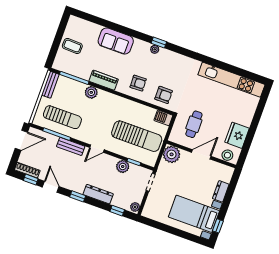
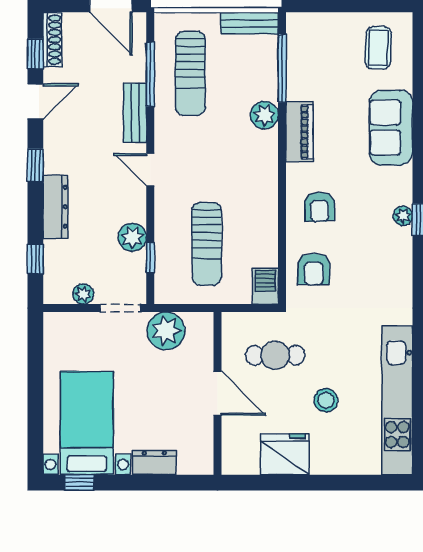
coffee table: (72, 46) -> (378, 48), moved
sun lounger: (137, 136) -> (207, 244), width x0.73, depth x0.75
plant: (172, 154) -> (166, 331), moved
stool: (227, 155) -> (326, 400), moved
plant: (135, 207) -> (83, 294), moved

